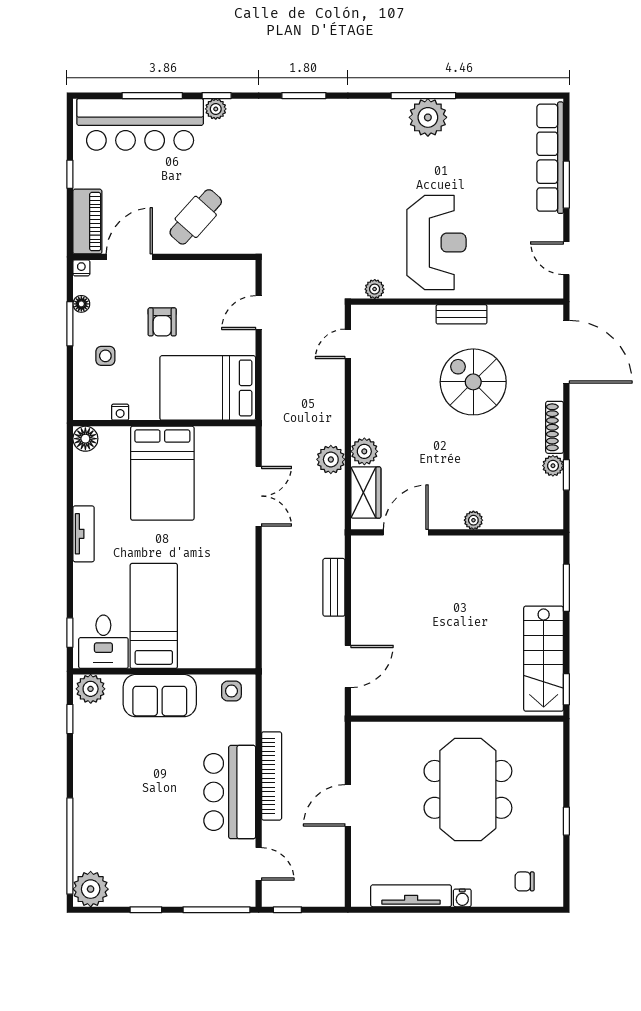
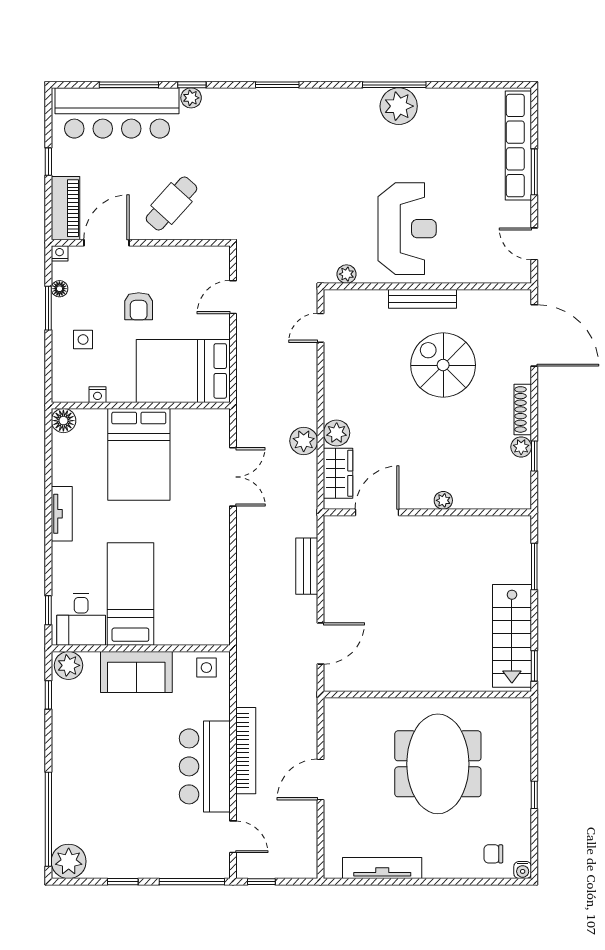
bench: (461, 314) -> (423, 299), width x1.36
water cooler: (462, 898) -> (523, 870), moved

